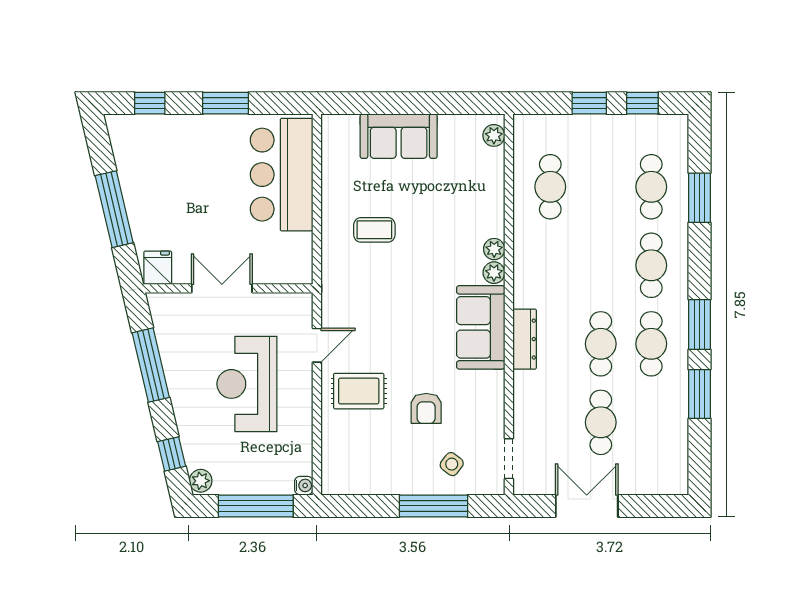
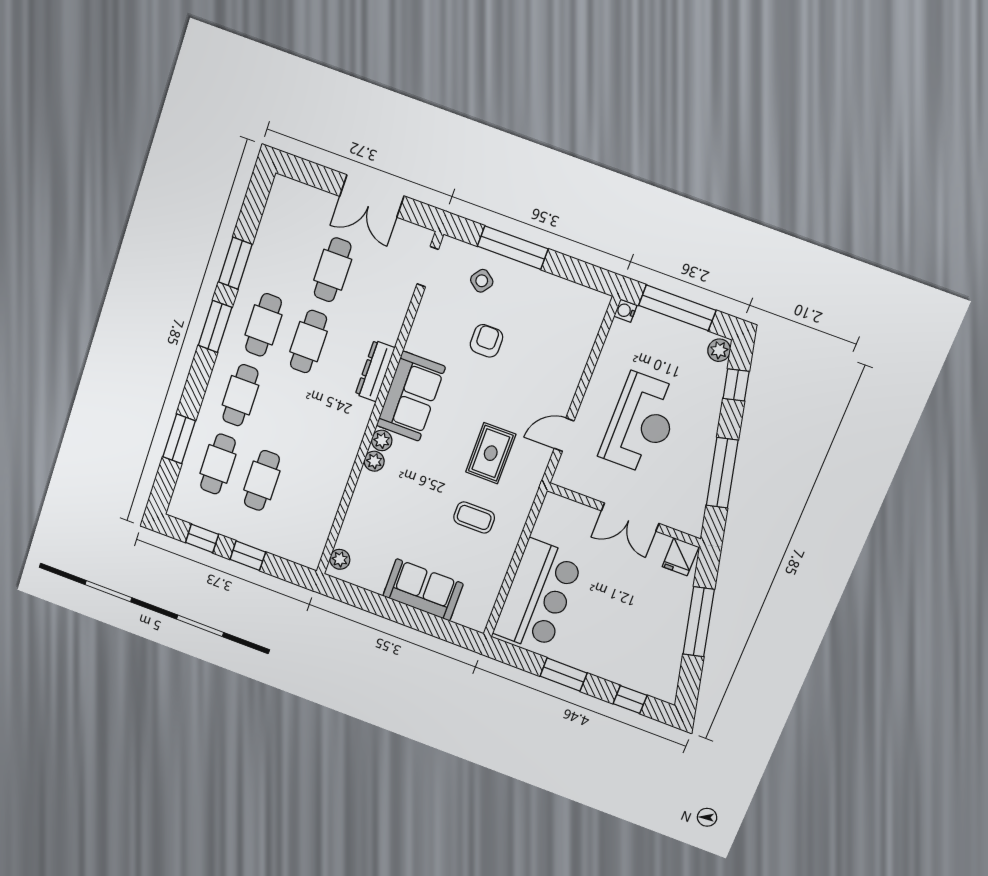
cafe table: (550, 187) -> (262, 480), moved
rug: (359, 391) -> (491, 453), moved, turned 90

